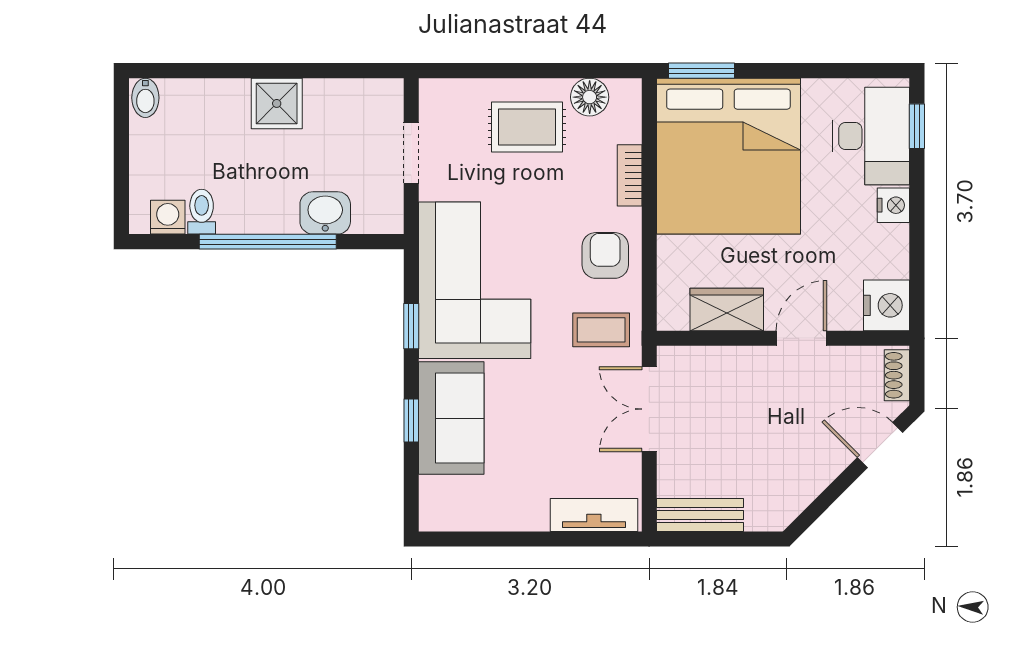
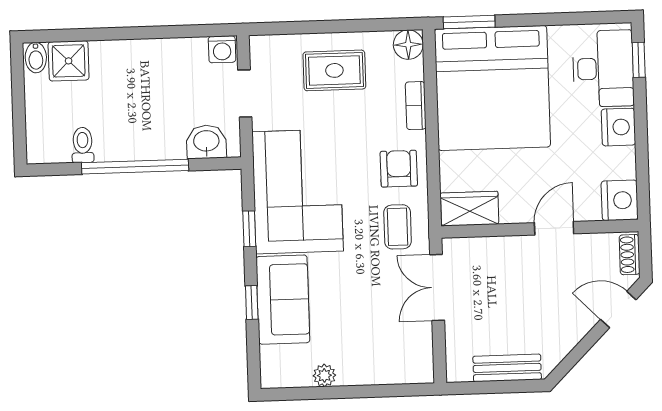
floor lamp: (590, 97) -> (408, 45), moved
shower: (277, 103) -> (69, 61), moved
nightstand: (893, 205) -> (618, 127), width x1.36, depth x1.33
washbasin: (325, 213) -> (206, 142), moved
washing machine: (168, 217) -> (222, 49), moved, turned 180
wardrobe: (727, 310) -> (470, 209), moved
coffee table: (601, 330) -> (398, 227), turned 90
tv unit: (594, 515) -> (397, 371), removed
bench: (700, 515) -> (507, 368), moved
plant: (501, 517) -> (324, 375), added

